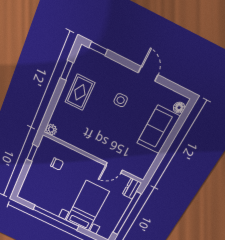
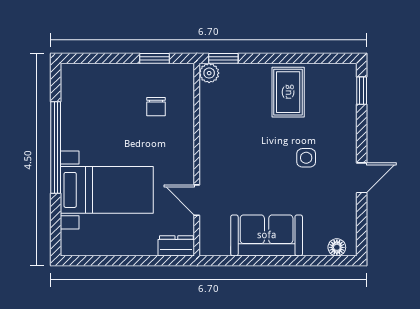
window: (67, 70) -> (223, 58), moved
rug: (80, 92) -> (288, 92), turned 90
sofa: (158, 130) -> (267, 235), moved
window: (127, 214) -> (128, 261), removed

